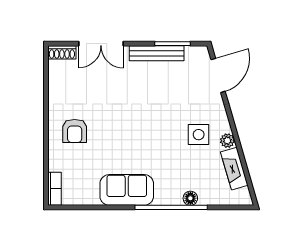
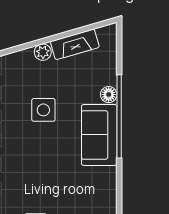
side table: (199, 135) -> (43, 110), moved
sofa: (127, 190) -> (99, 135), moved

